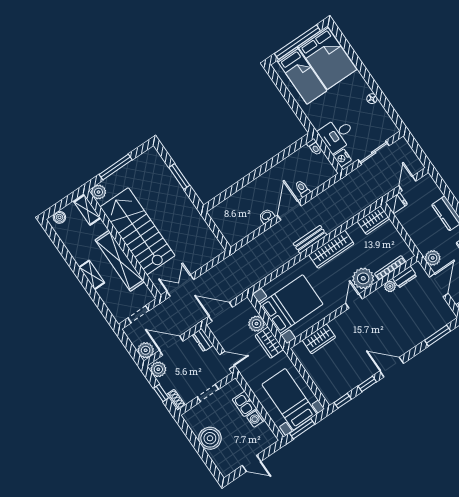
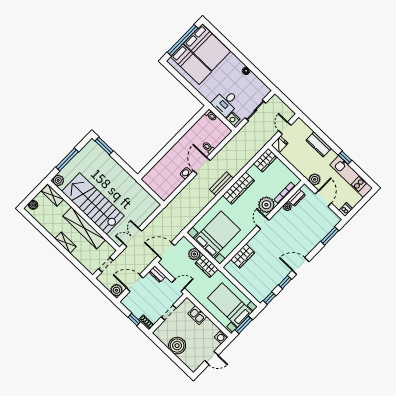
window: (179, 176) -> (104, 146), moved
plant: (158, 369) -> (129, 302), removed
washing machine: (256, 418) -> (221, 337), moved

